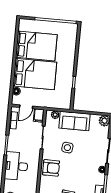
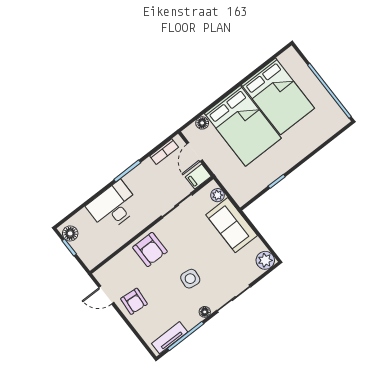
door: (26, 107) -> (195, 152), hinge flipped
side table: (67, 148) -> (190, 279), moved

